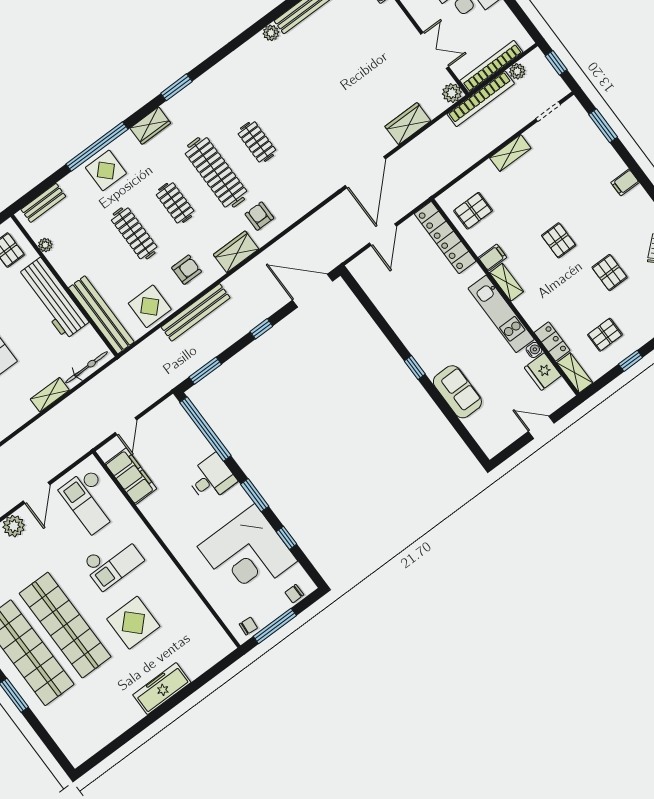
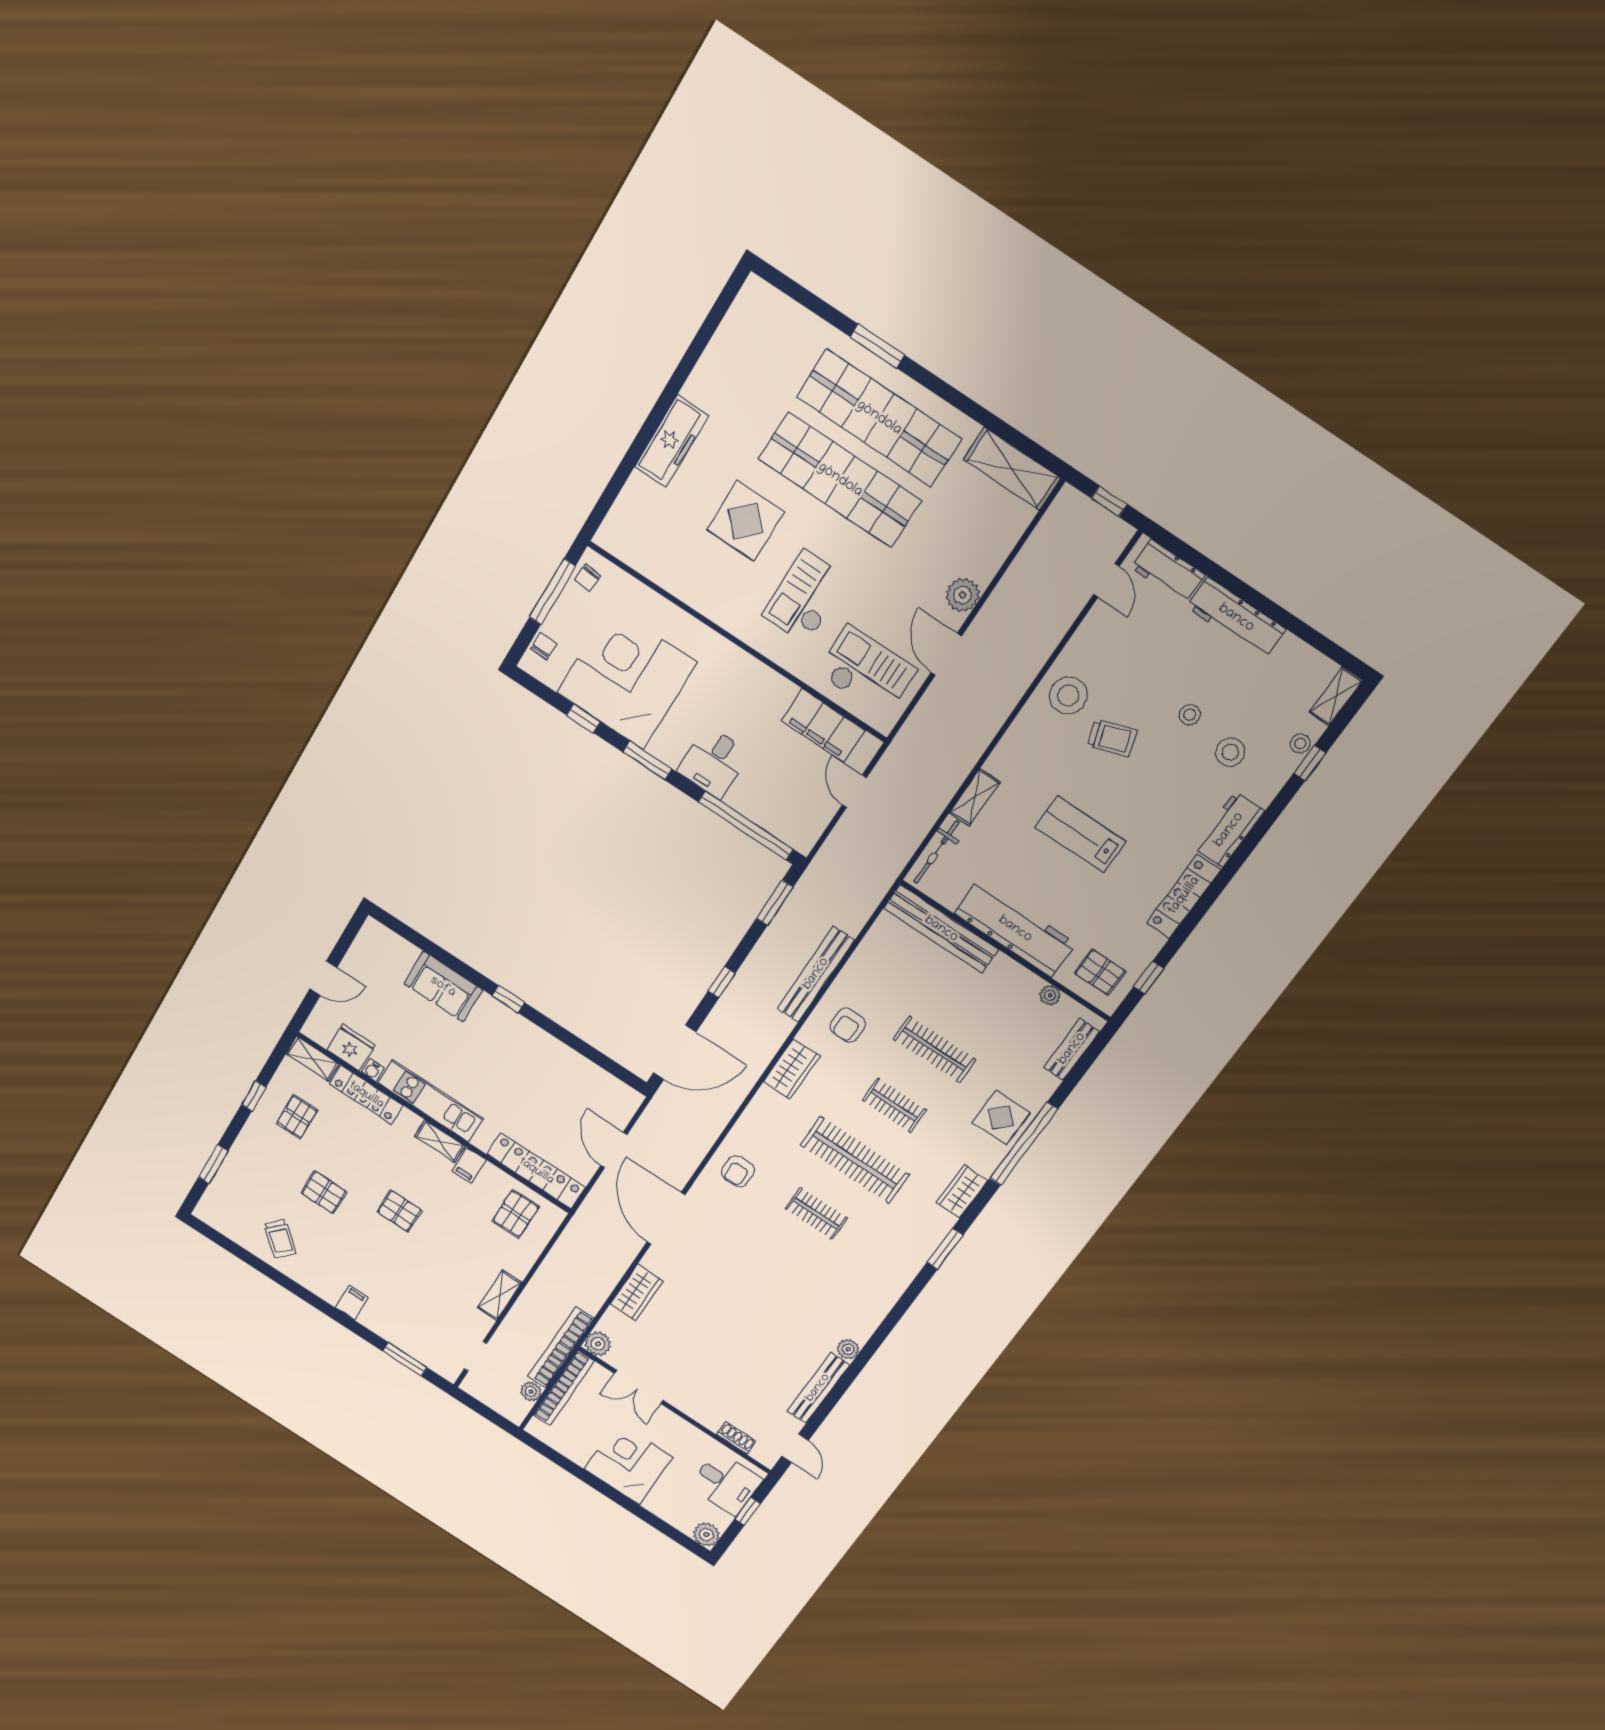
window: (556, 63) -> (490, 1414), removed
armchair: (259, 216) -> (738, 1171), moved, turned 90
display table: (150, 306) -> (879, 962), removed
locker: (552, 341) -> (366, 1095), width x1.53

